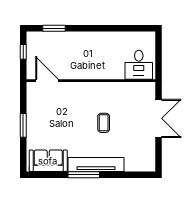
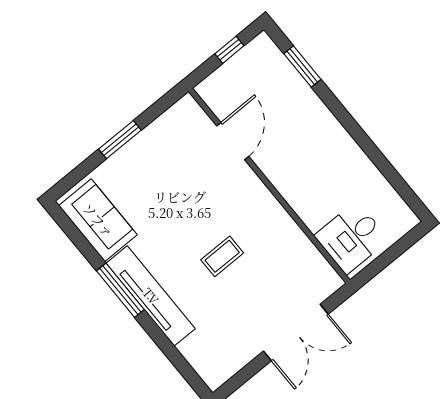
door: (47, 81) -> (233, 141), moved

